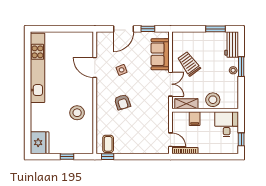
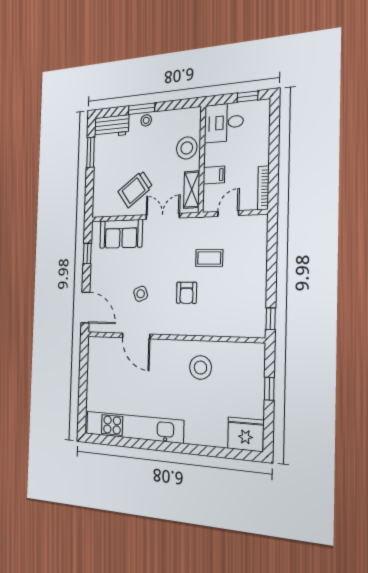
door: (124, 29) -> (85, 308), moved
door: (95, 68) -> (136, 336), hinge flipped
armchair: (122, 102) -> (186, 293), turned 108
door: (170, 140) -> (228, 214), moved
coffee table: (108, 144) -> (209, 258), moved

